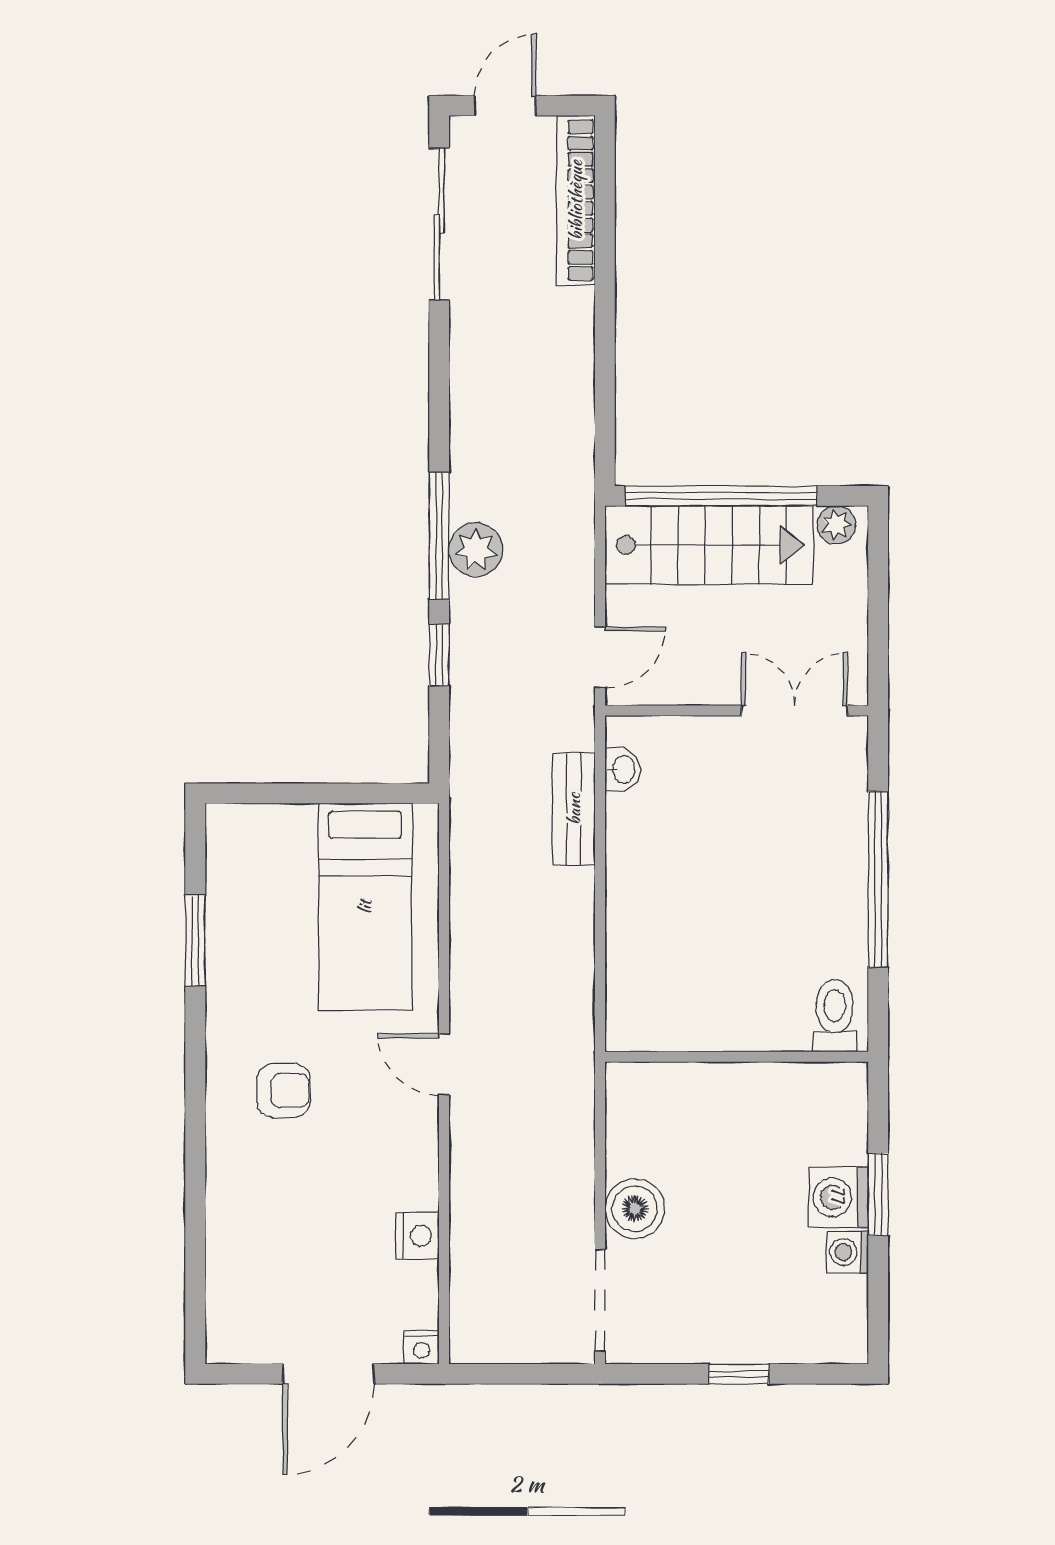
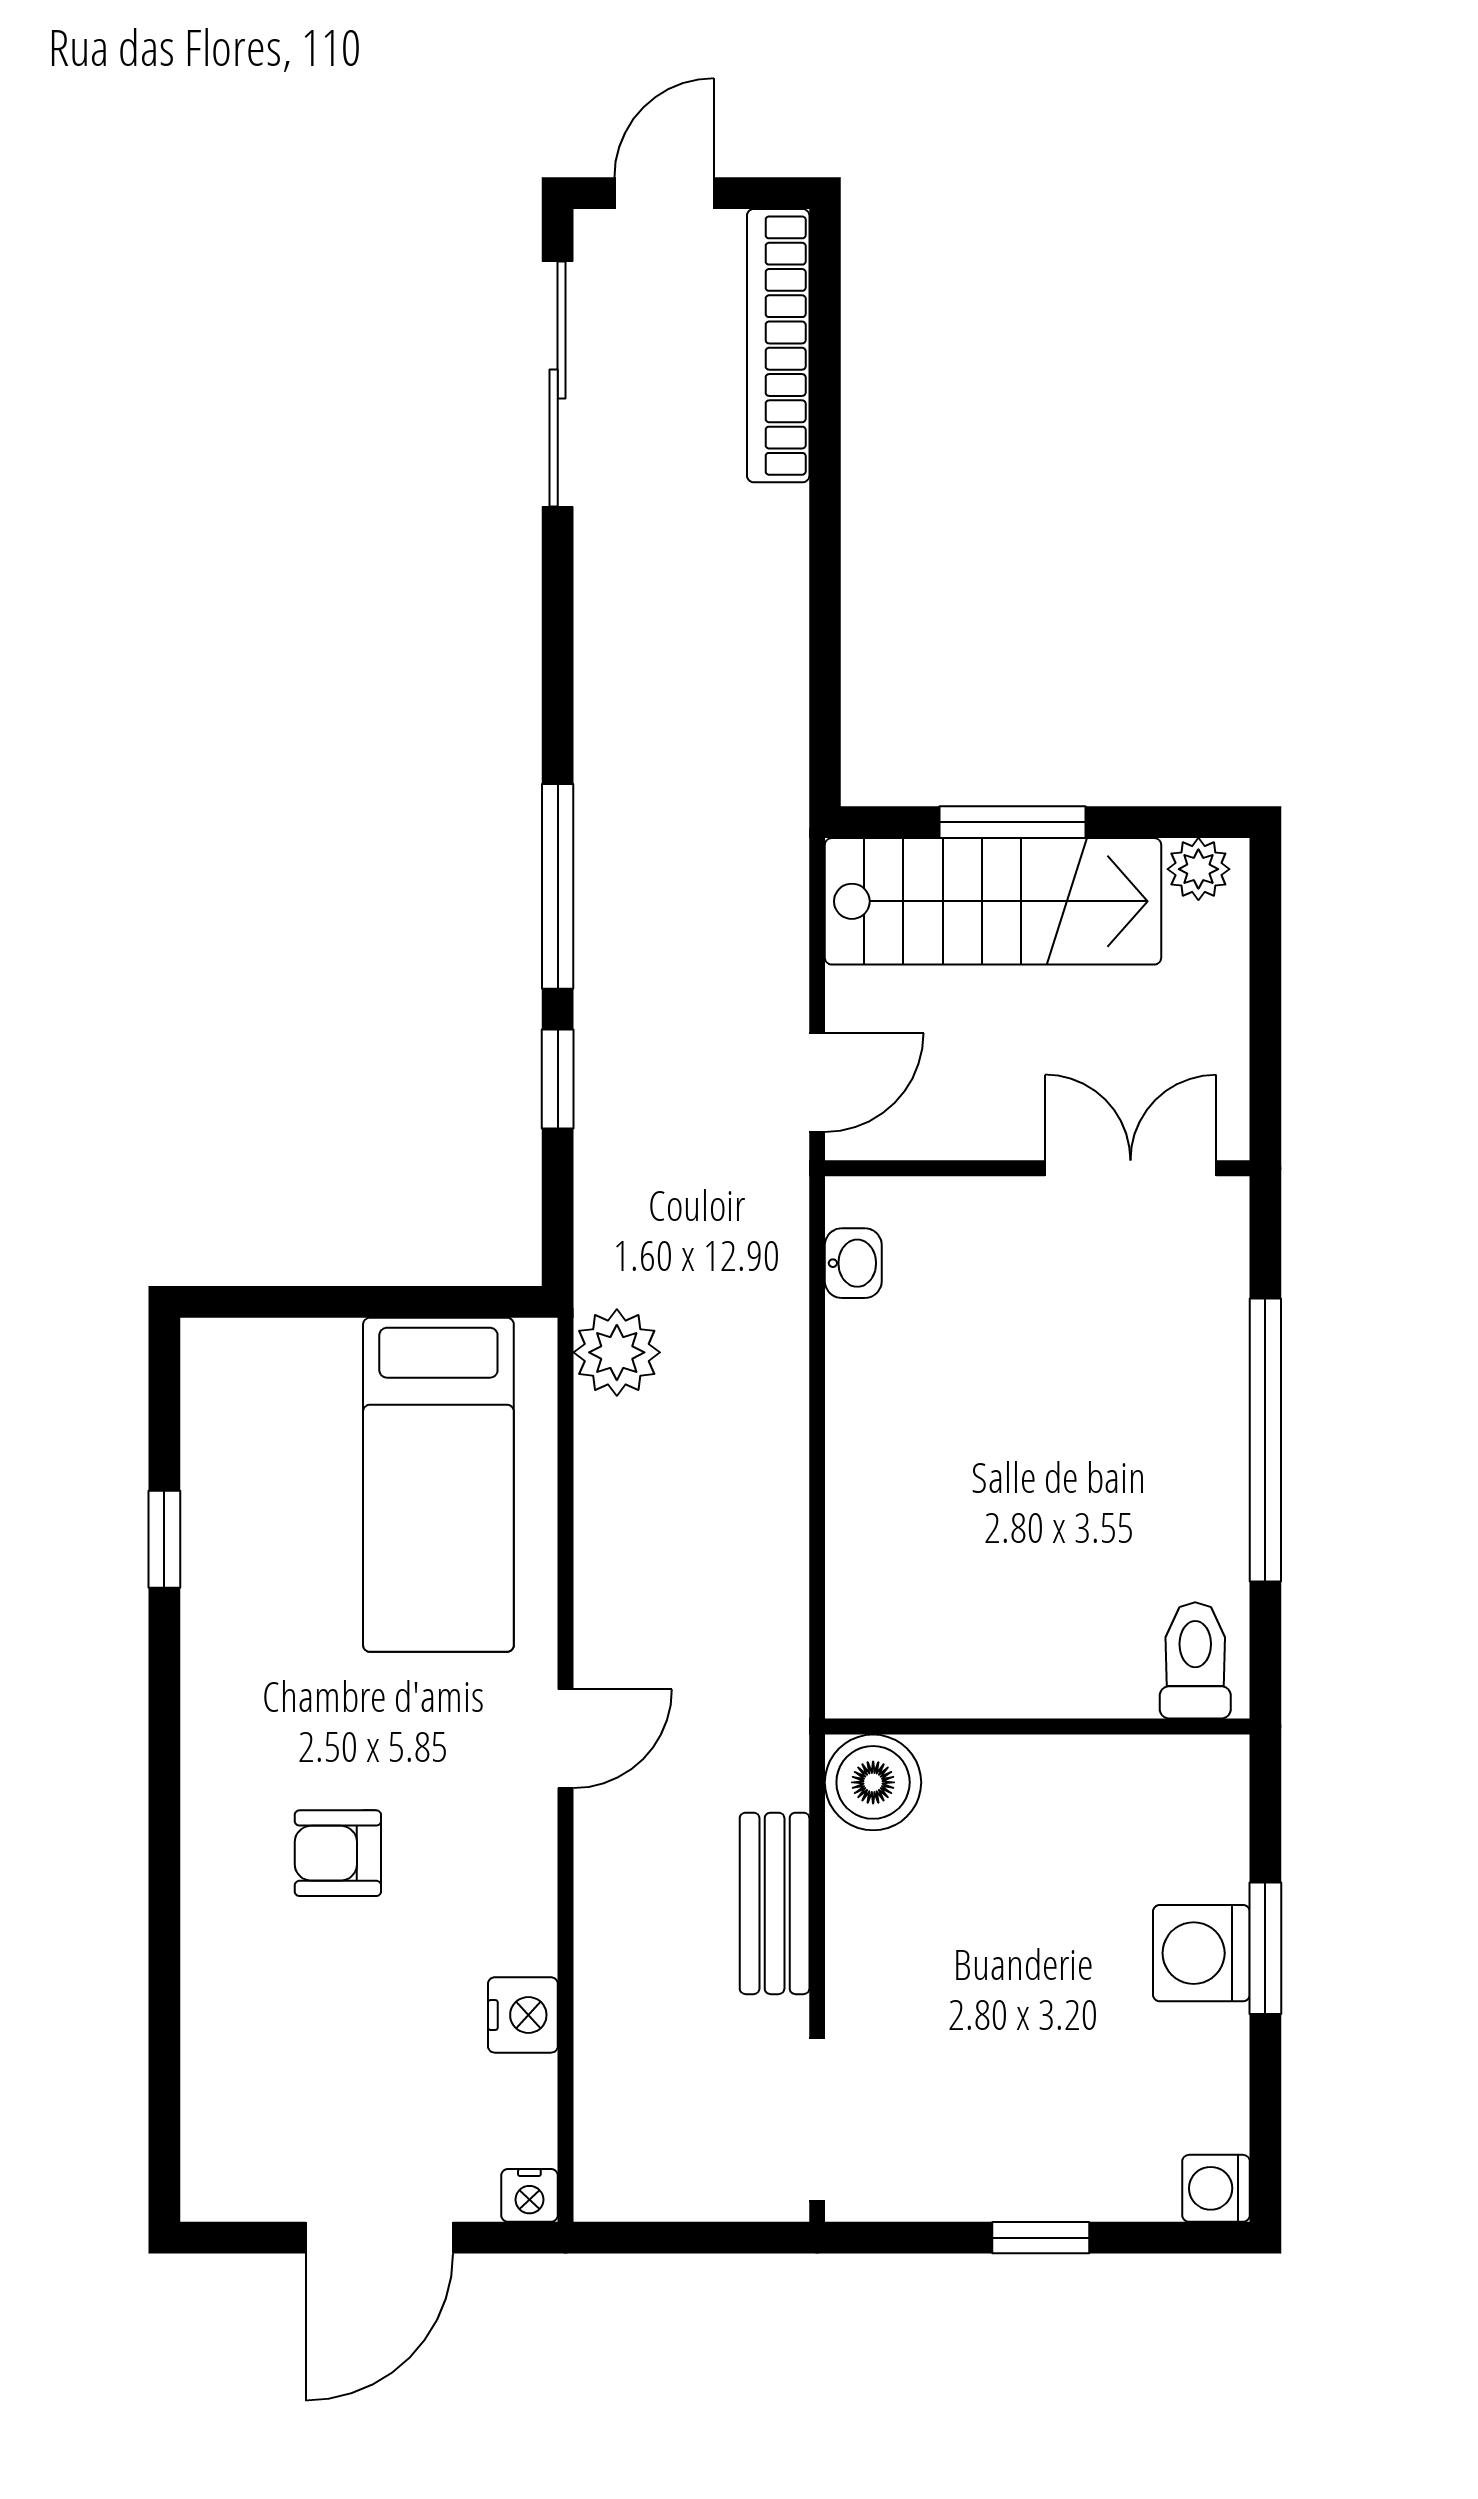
window: (721, 496) -> (1013, 822), width x0.47
plant: (476, 550) -> (617, 1352), moved
bench: (574, 809) -> (775, 1903), moved
window: (195, 941) -> (164, 1539), width x0.67
door: (444, 1064) -> (565, 1739), swing flipped
armchair: (284, 1090) -> (338, 1853), moved, turned 180
boiler: (635, 1209) -> (873, 1782), moved
washing machine: (847, 1252) -> (1216, 2188), moved

